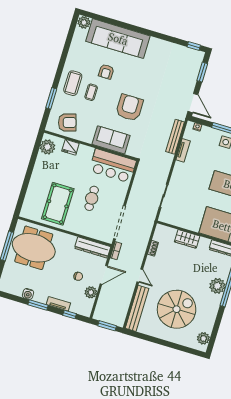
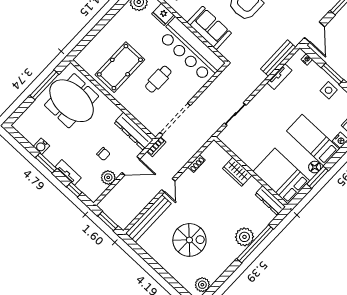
bar counter: (113, 166) -> (191, 50), width x1.36
spiral stairs: (177, 309) -> (189, 240), width x0.73, depth x0.73

